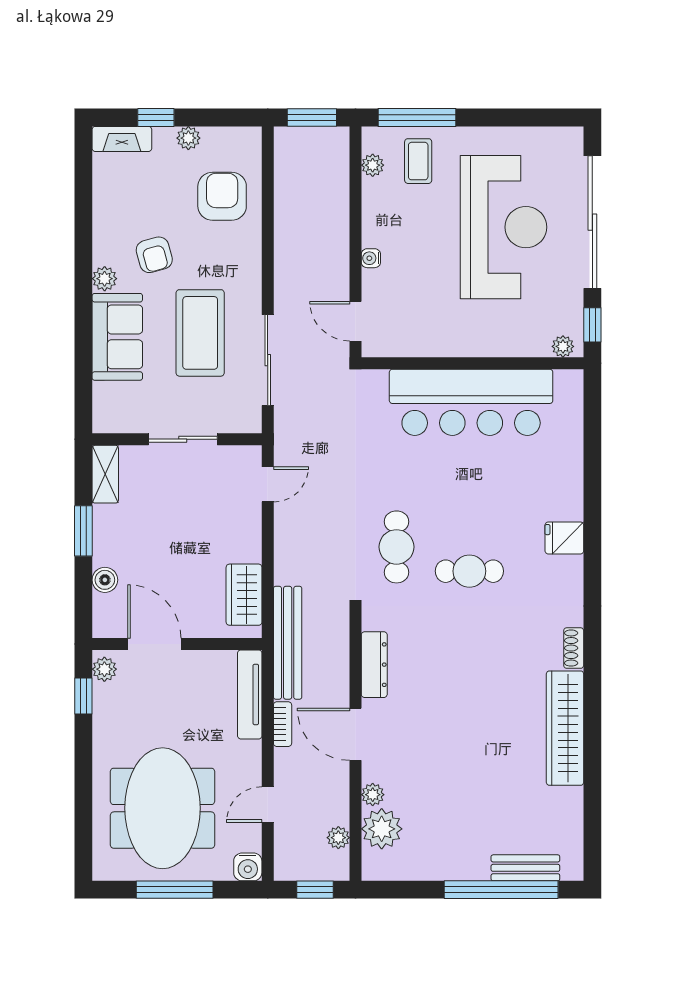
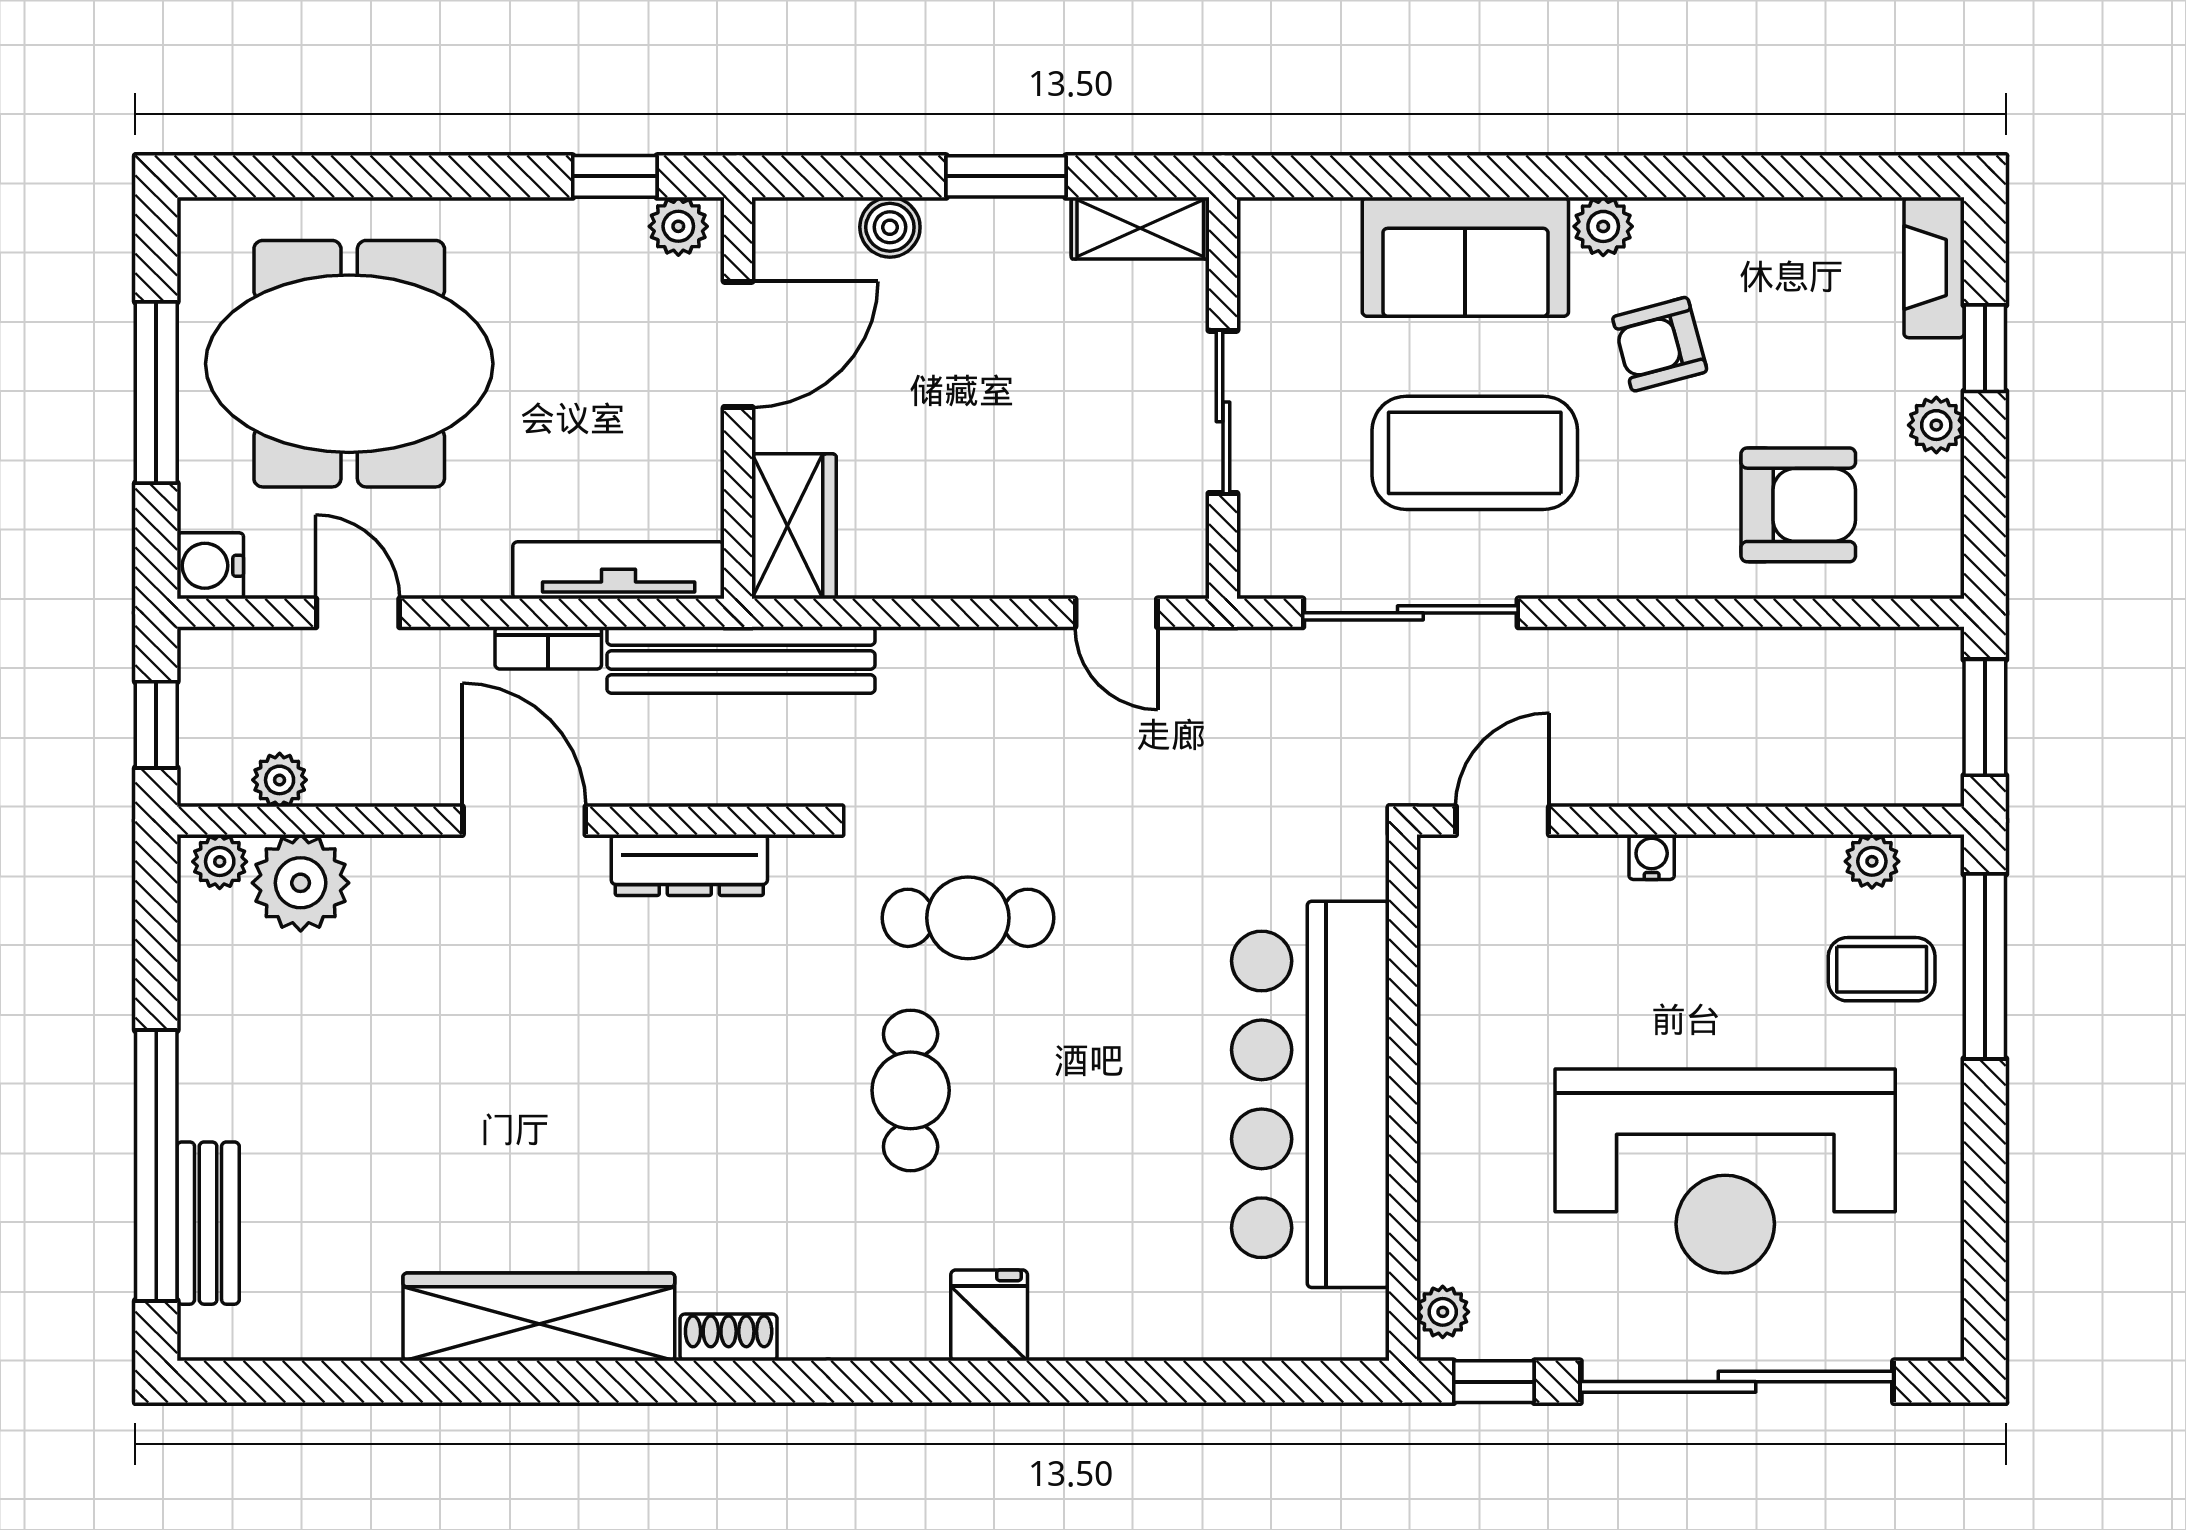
wardrobe: (244, 595) -> (794, 526), moved, turned 90
door: (355, 734) -> (524, 821), hinge flipped
plant: (373, 795) -> (220, 862), moved

